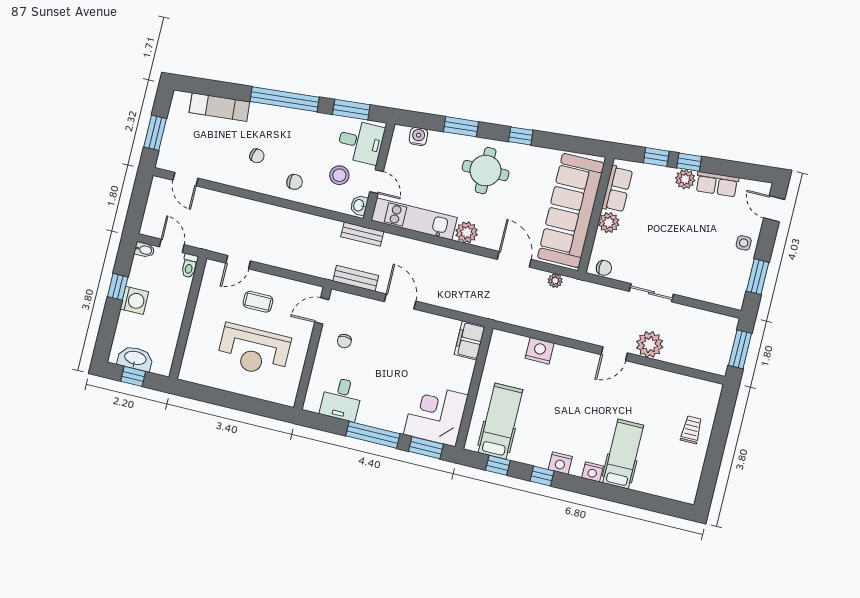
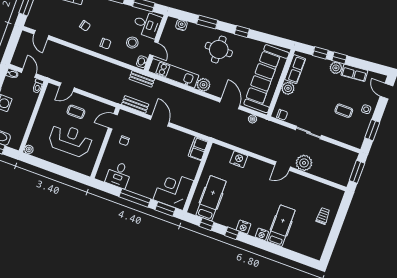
coffee table: (706, 250) -> (344, 111), added
reception desk: (254, 350) -> (70, 140), turned 180
plant: (186, 374) -> (29, 149), added

